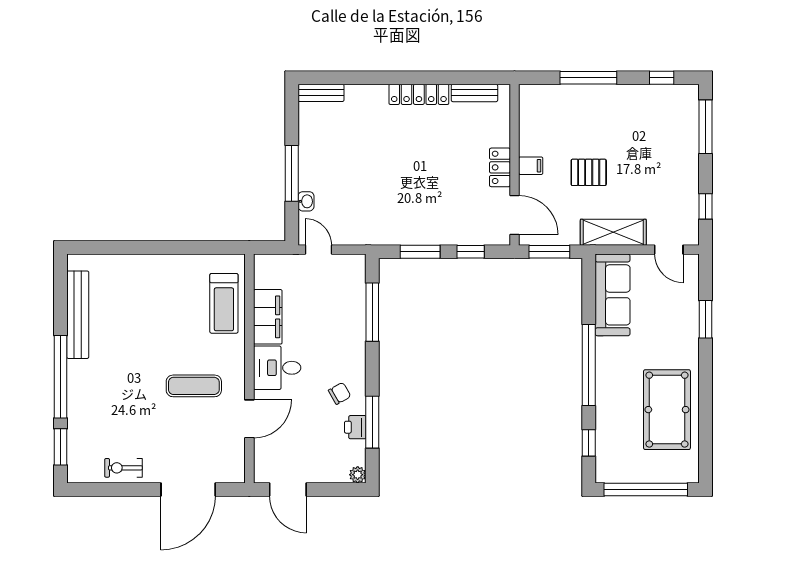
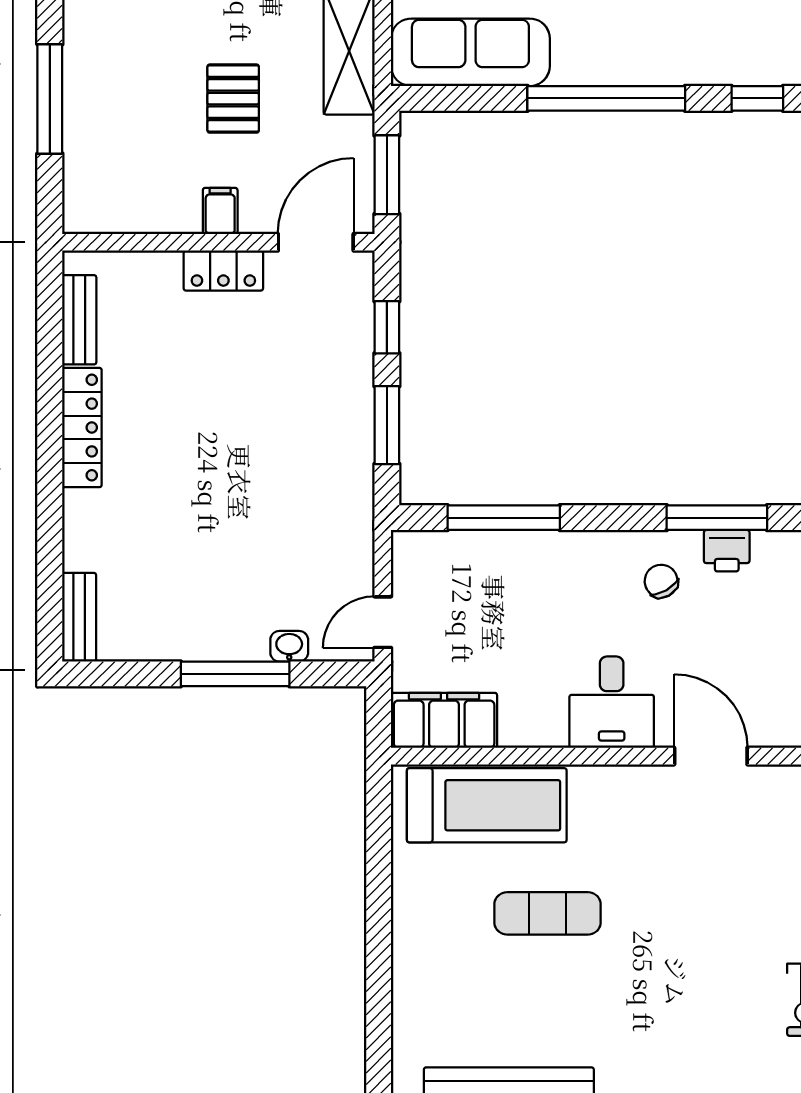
treadmill: (224, 303) -> (487, 805), width x1.37, depth x1.38
filing cabinet: (268, 317) -> (444, 720), moved
exercise mat: (194, 386) -> (548, 913), moved, turned 90

